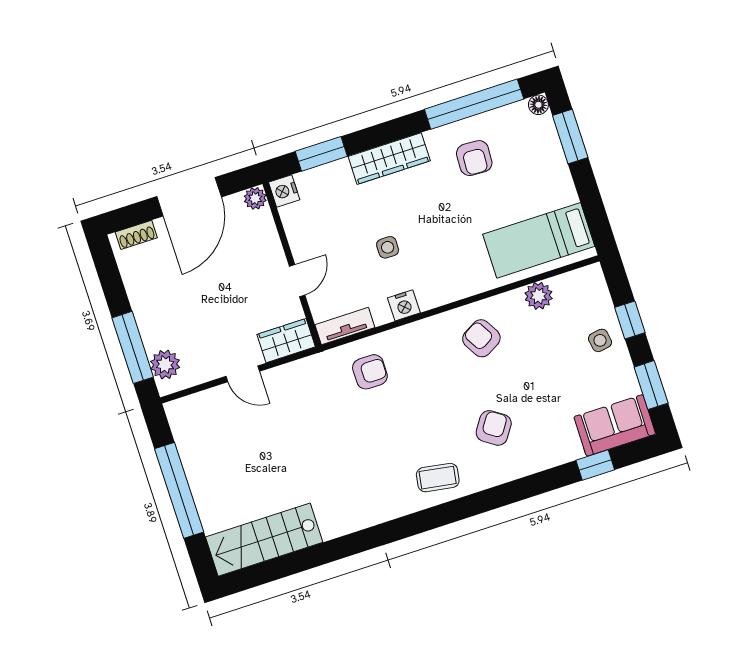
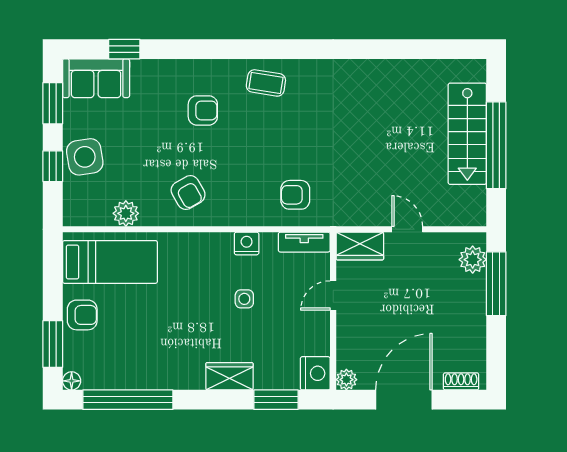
armchair: (474, 158) -> (82, 315), moved, turned 87
wardrobe: (389, 159) -> (229, 376), width x0.67
nightstand: (284, 191) -> (315, 373), width x1.36, depth x1.33
side table: (600, 340) -> (85, 157), width x1.87, depth x1.87
armchair: (494, 428) -> (203, 110), turned -124
stairs: (264, 540) -> (467, 134), moved, turned 90

